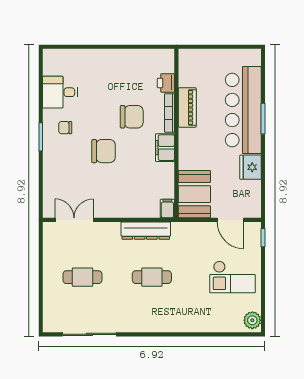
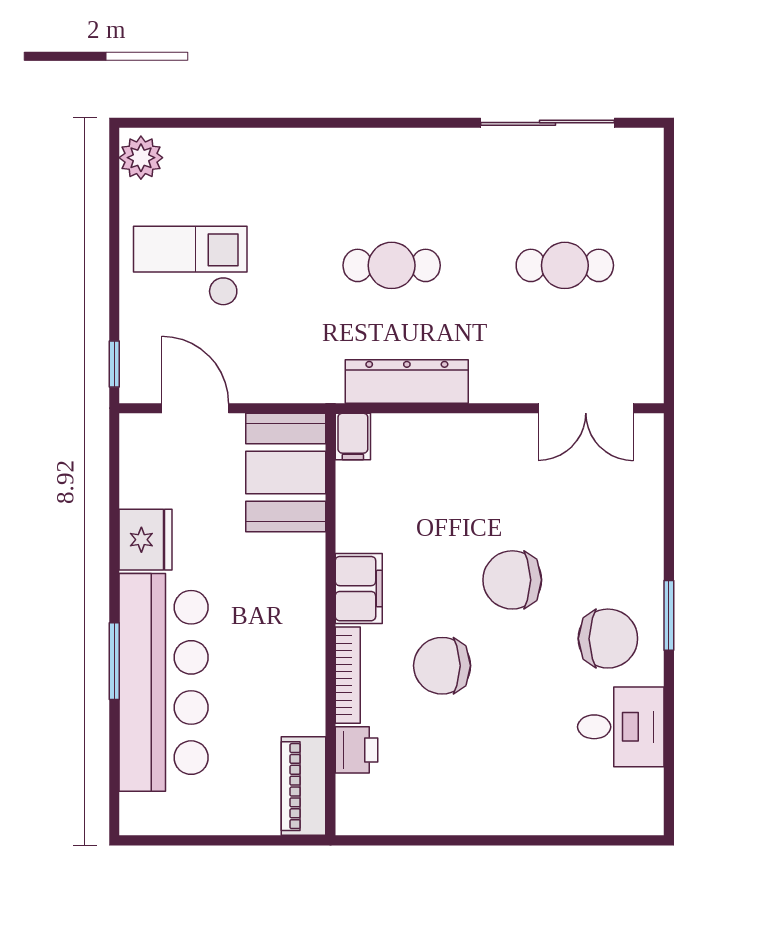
piano: (187, 107) -> (303, 786), moved
chair: (65, 128) -> (608, 639), width x1.87, depth x1.87

